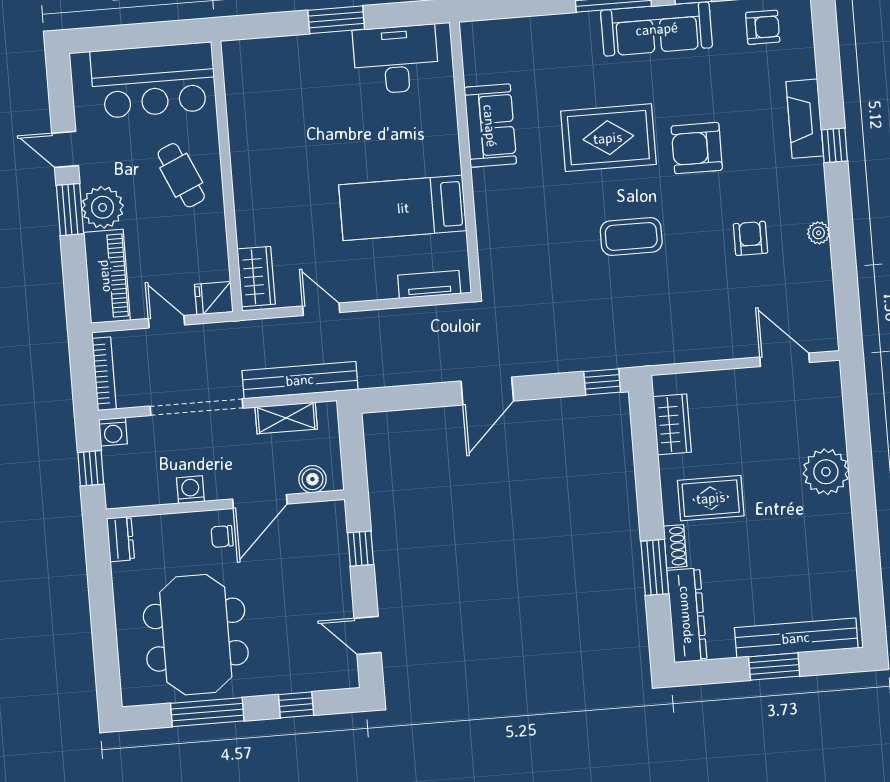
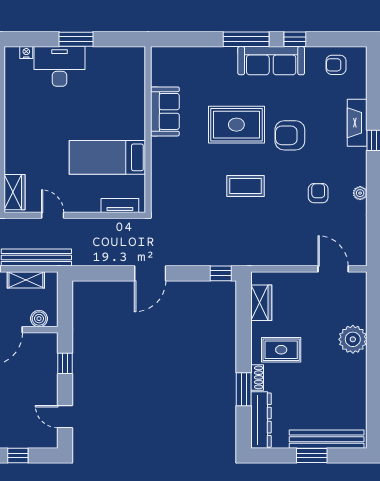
armchair: (763, 27) -> (336, 65), turned 180
nightstand: (257, 48) -> (26, 53), added
desk: (396, 59) -> (60, 66), moved

